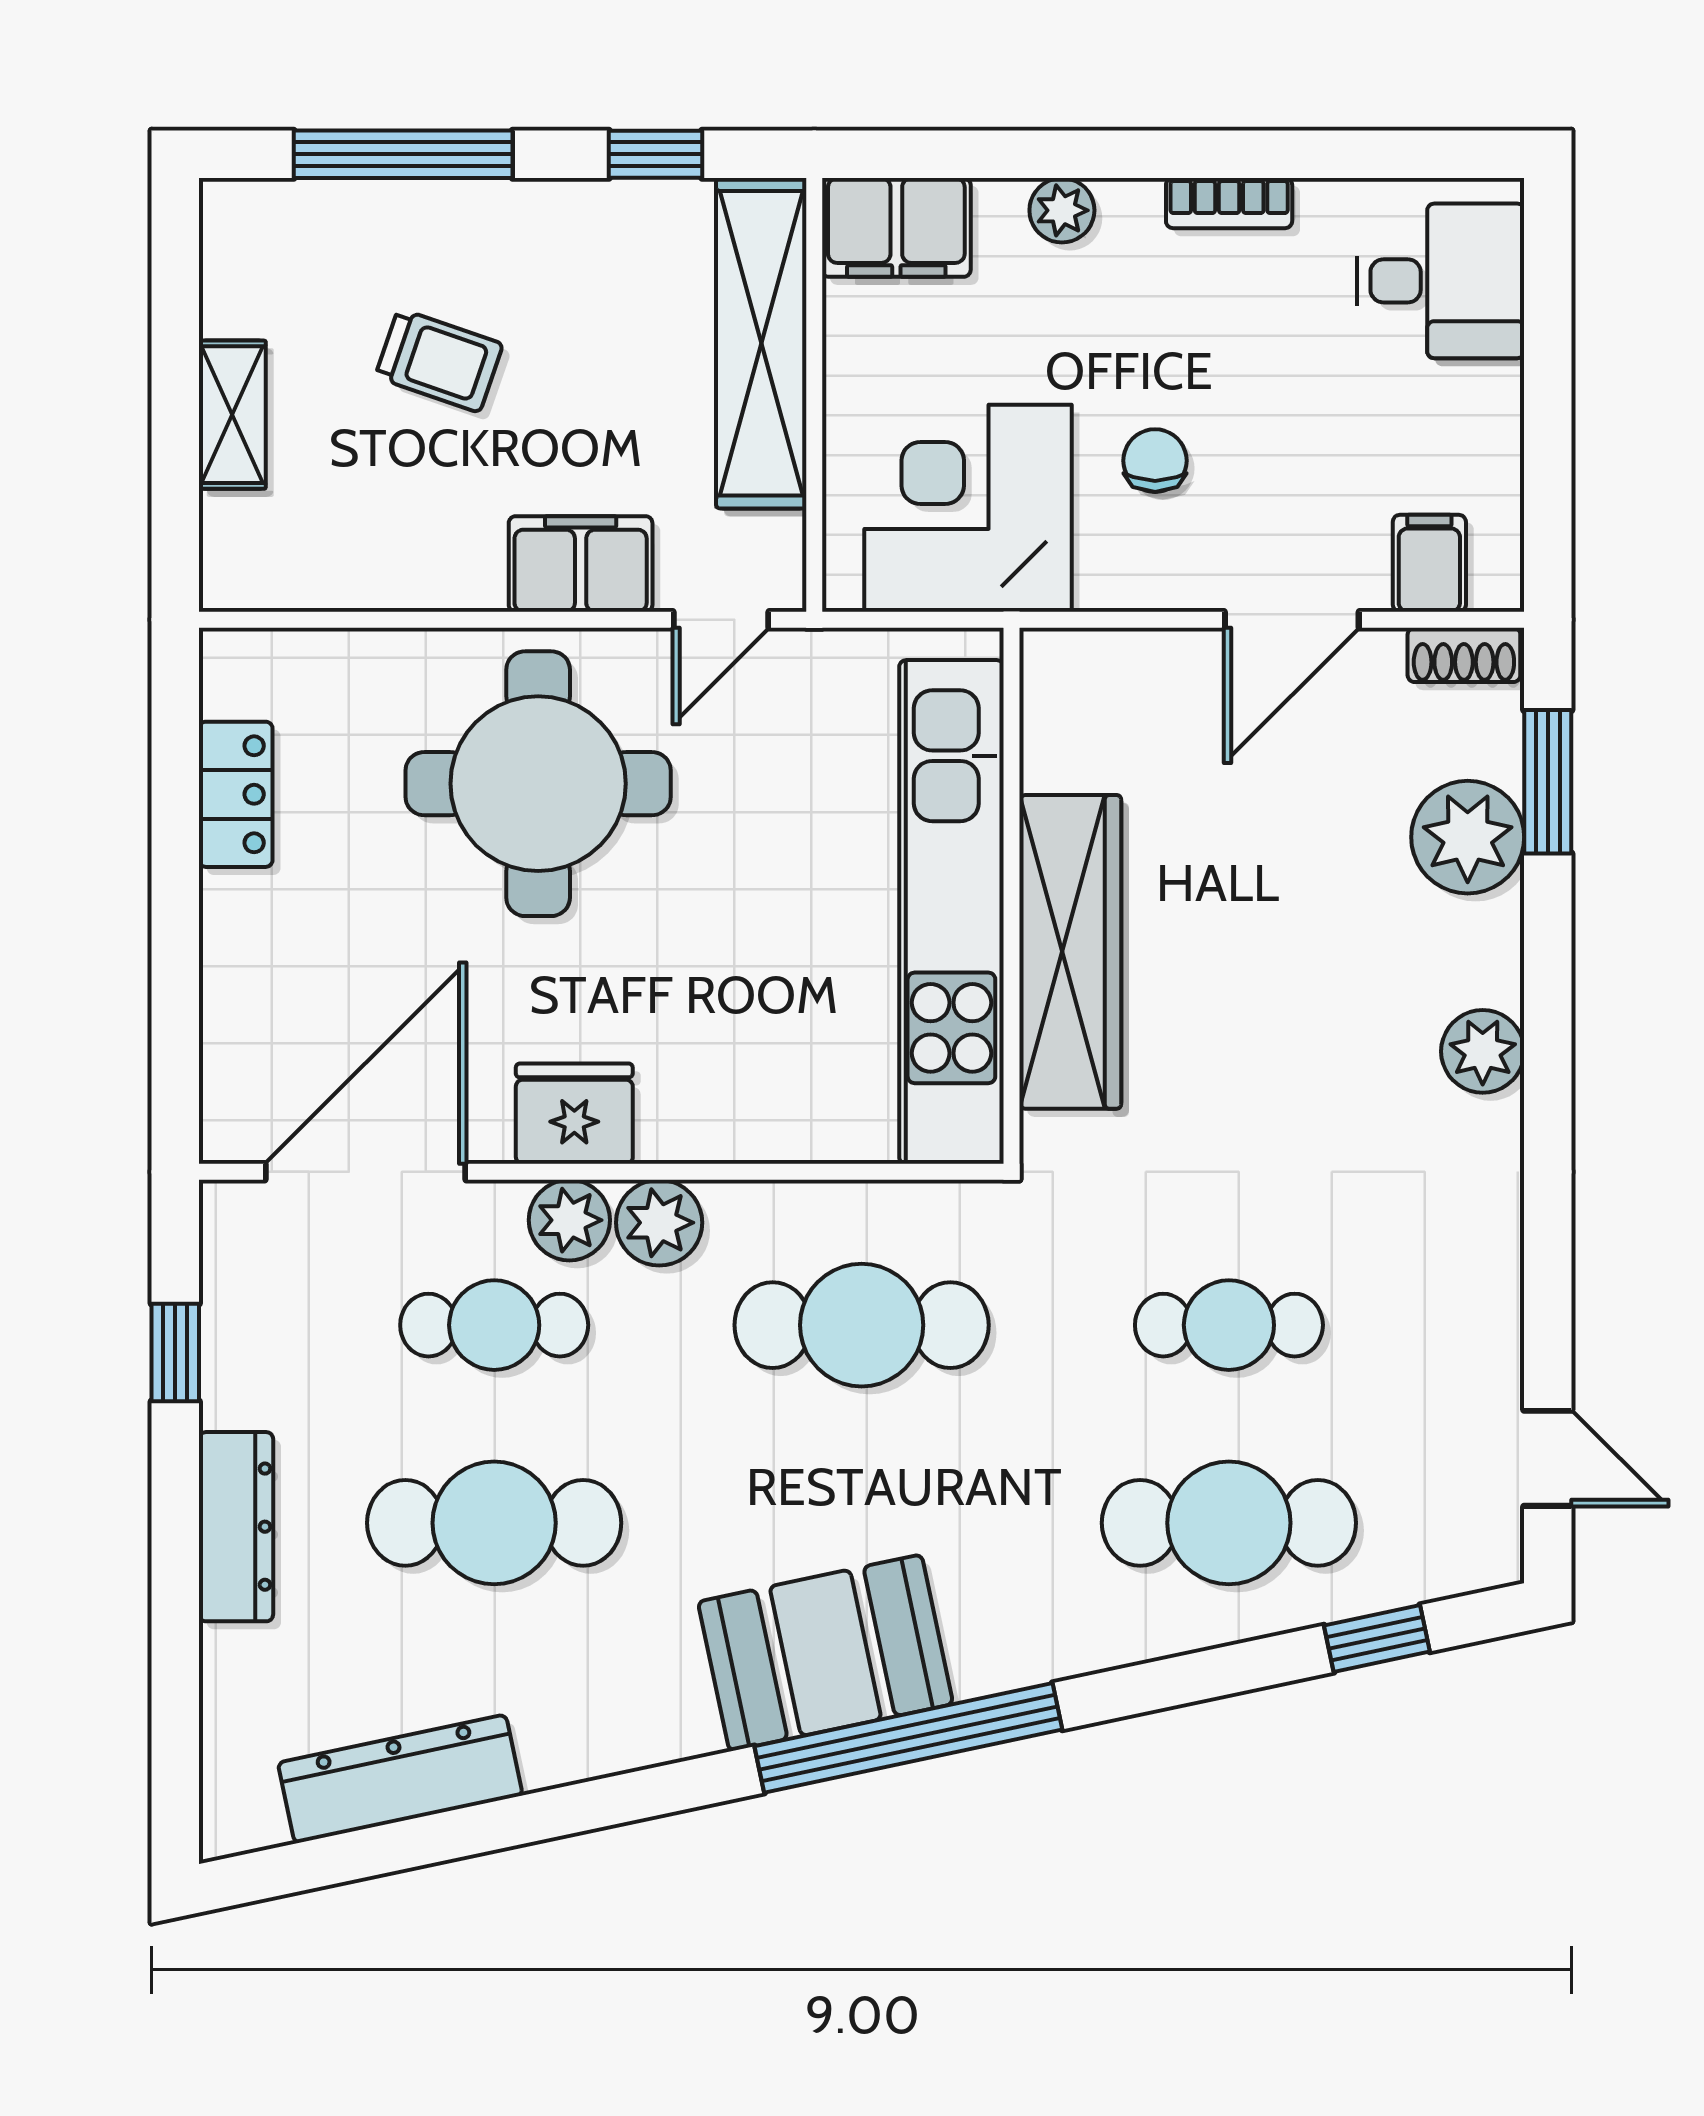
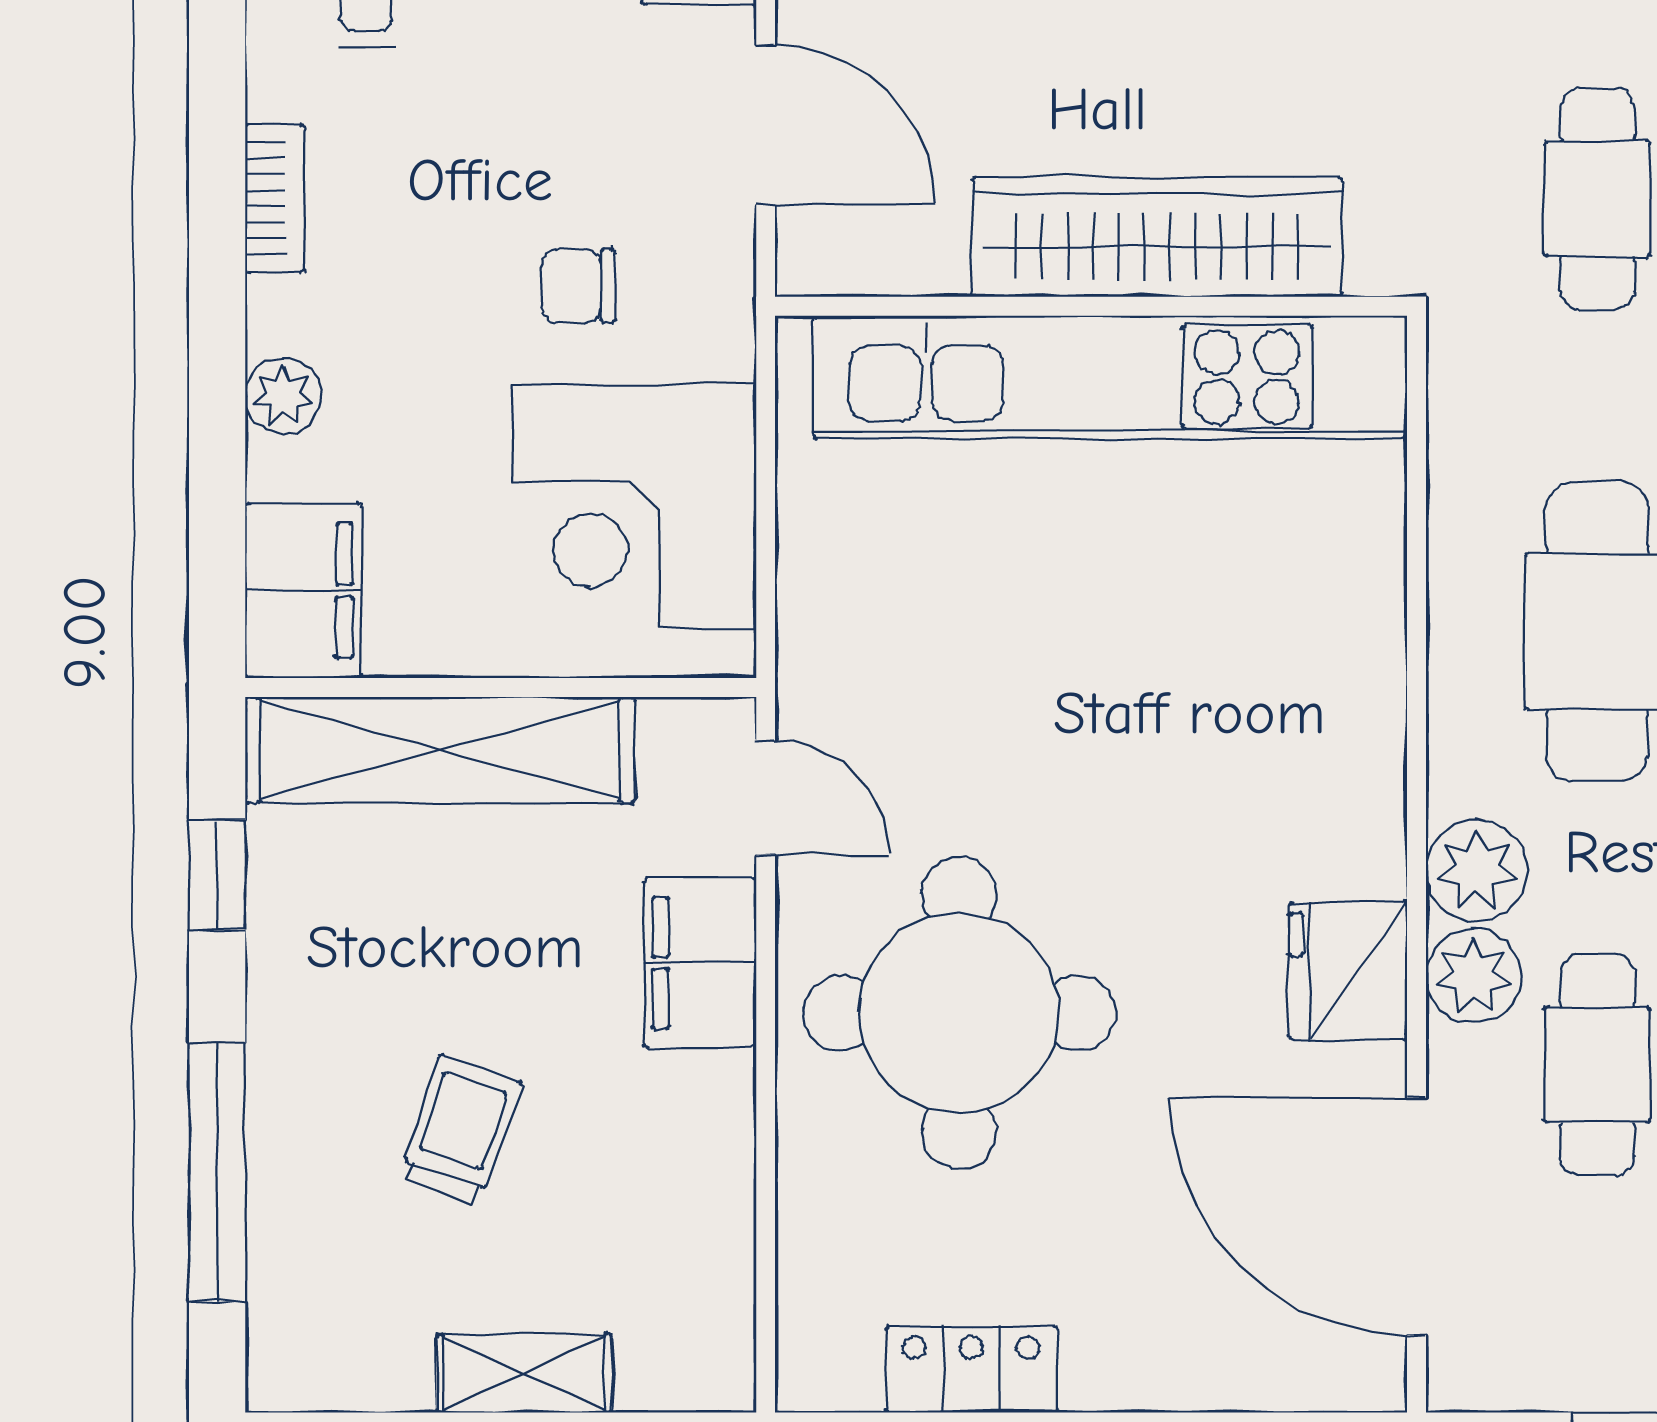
wall: (1011, 896) -> (1091, 306), moved
kitchen unit: (951, 912) -> (1110, 377), moved
wardrobe: (1070, 952) -> (1157, 237), moved

